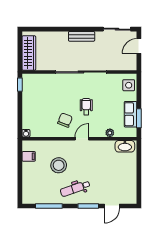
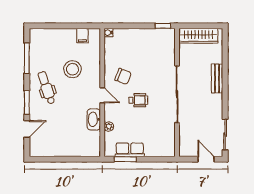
bench: (82, 36) -> (217, 78), moved
side table: (129, 85) -> (162, 148), removed
washbasin: (125, 146) -> (94, 119), moved
door: (112, 206) -> (27, 129), swing flipped

